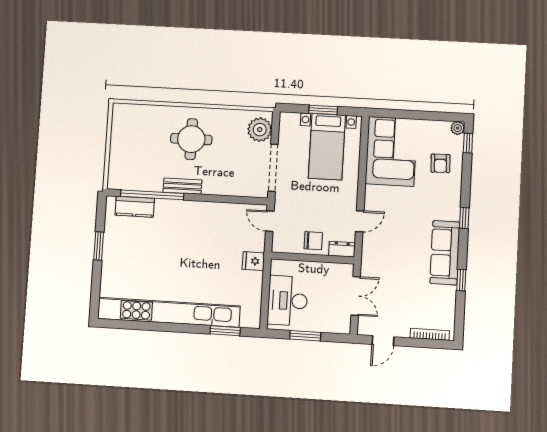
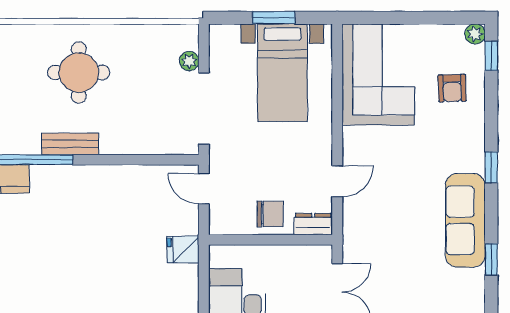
plant: (260, 130) -> (189, 61), width x0.53, depth x0.53

